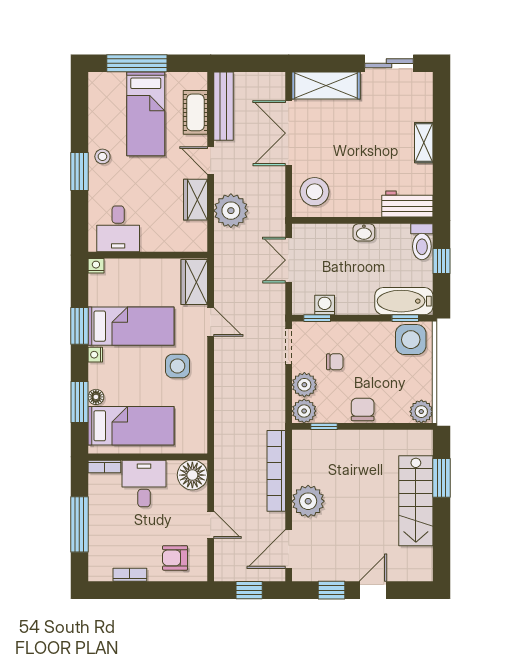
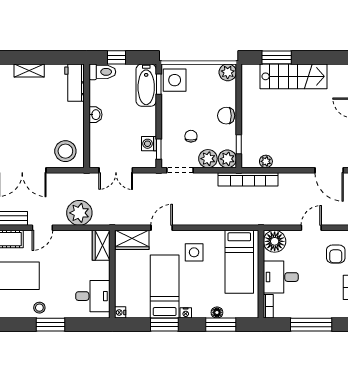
wardrobe: (196, 200) -> (101, 245), moved, turned 90
bed: (131, 426) -> (239, 262), moved, turned 180
bookcase: (276, 471) -> (248, 179), moved
plant: (308, 501) -> (266, 161), moved, width x0.53, depth x0.53

